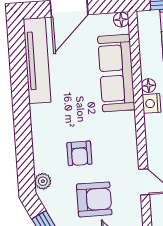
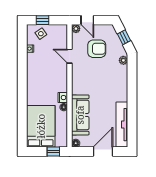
armchair: (79, 153) -> (103, 74), removed
armchair: (94, 199) -> (97, 49), turned 180

